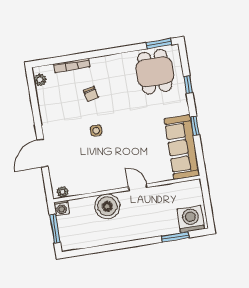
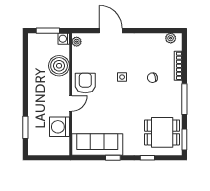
window: (111, 52) -> (184, 99), added
armchair: (110, 174) -> (85, 83), added
boiler: (107, 206) -> (59, 66), moved
washing machine: (191, 219) -> (59, 127), moved, turned 180

